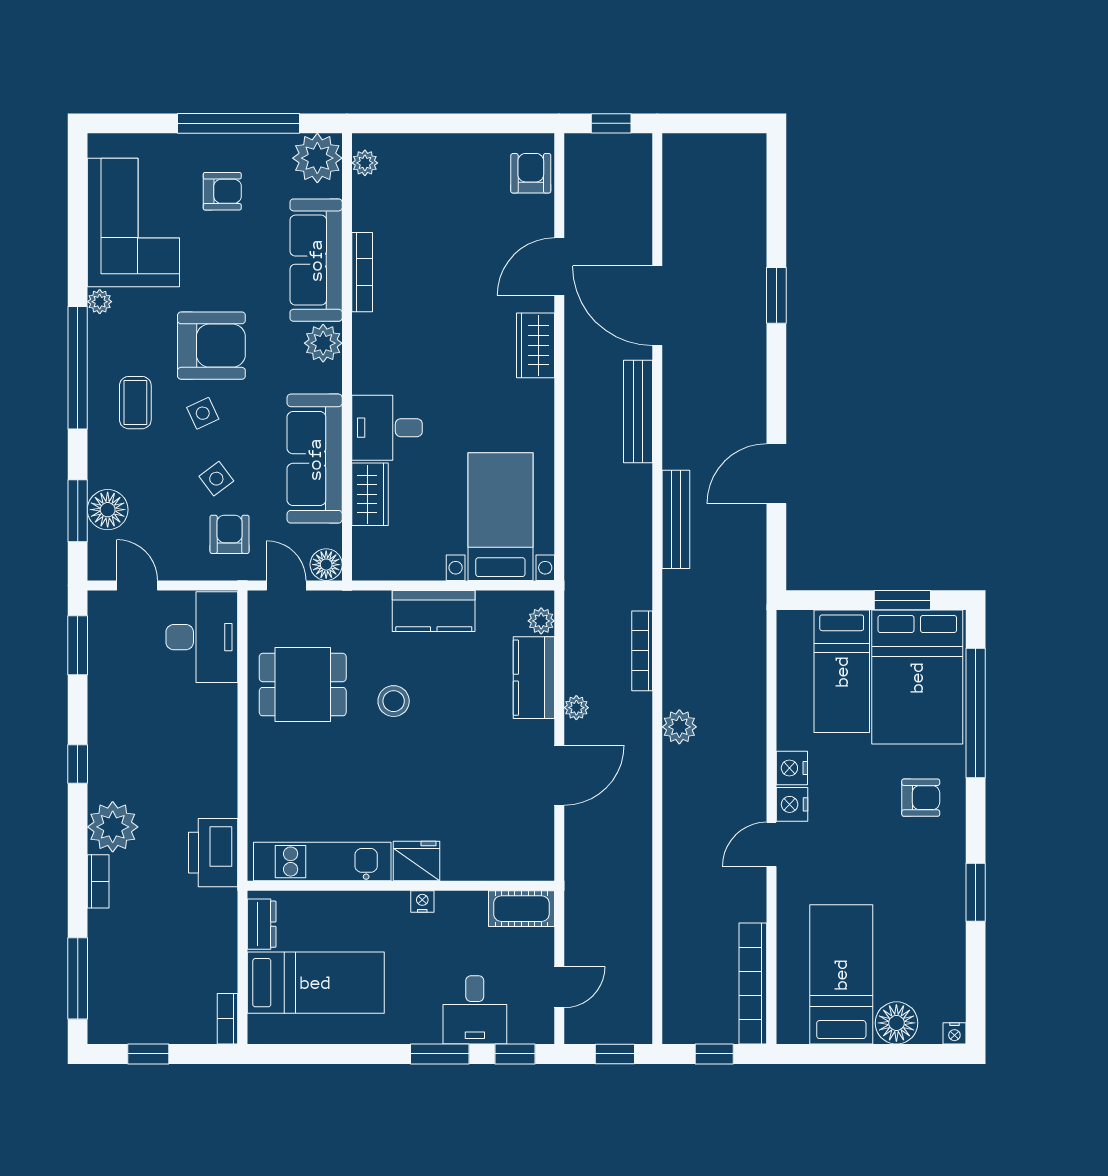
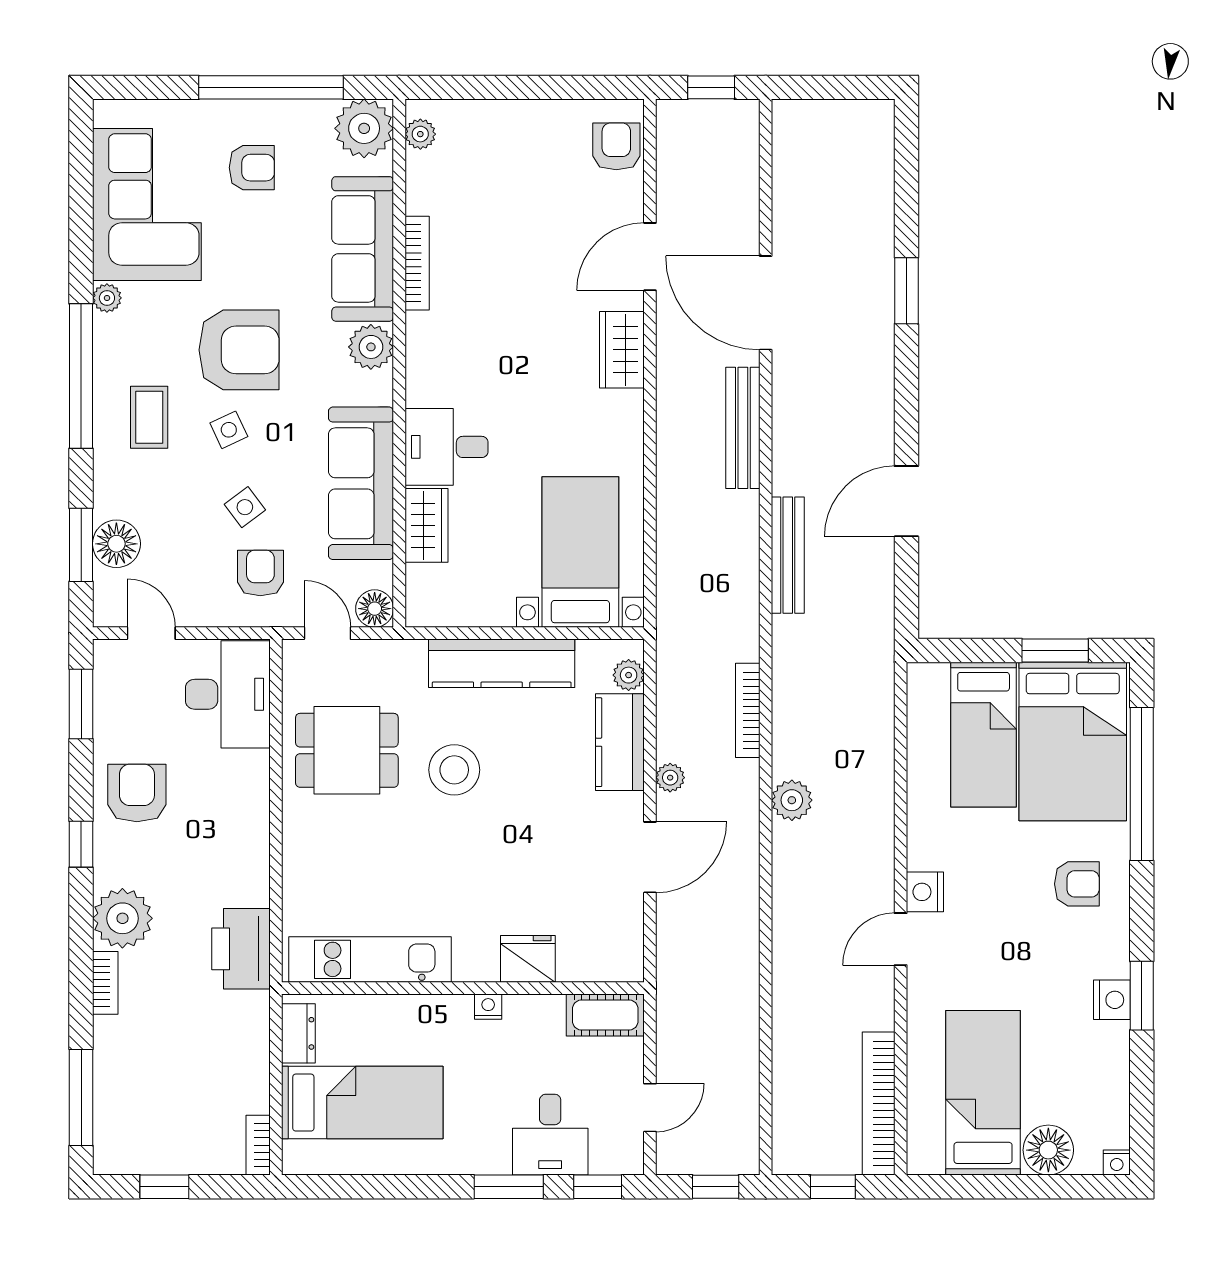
kitchen counter: (434, 611) -> (502, 663), width x1.50
stool: (394, 701) -> (454, 770), width x1.38, depth x1.38
armchair: (125, 721) -> (137, 793), added
nightstand: (792, 768) -> (1112, 1000), moved, turned 180
fridge: (417, 861) -> (528, 959), moved

